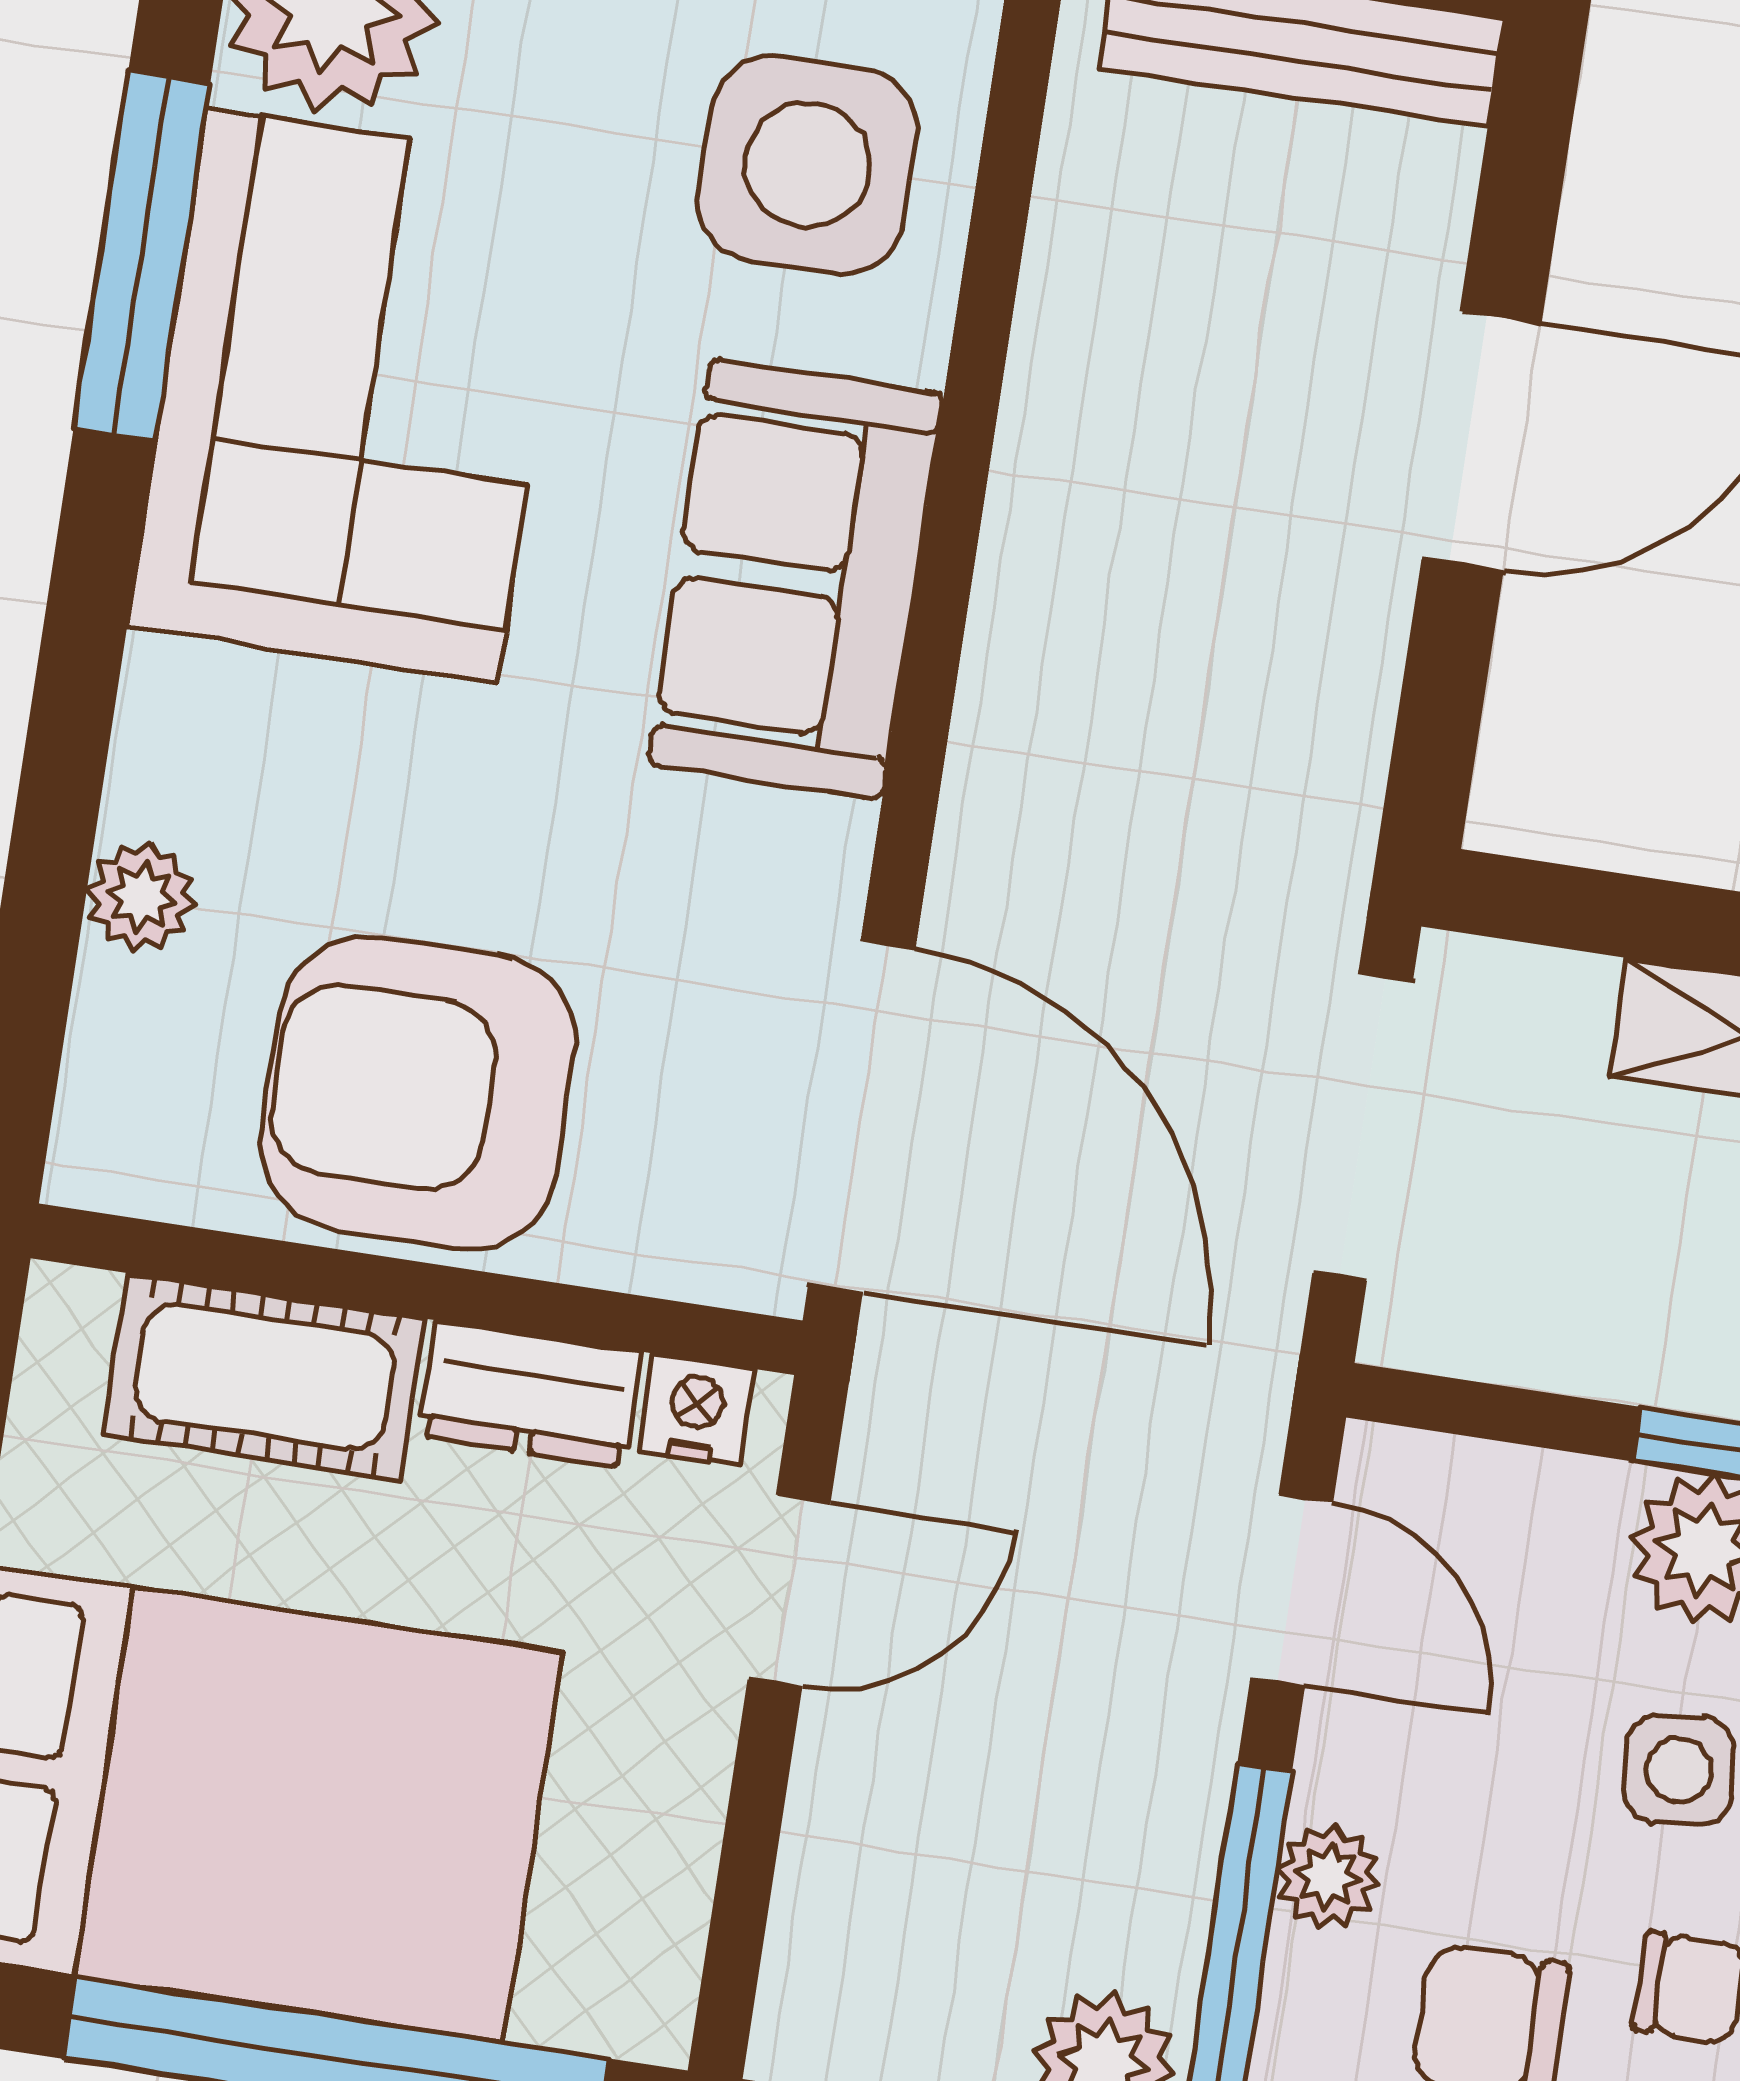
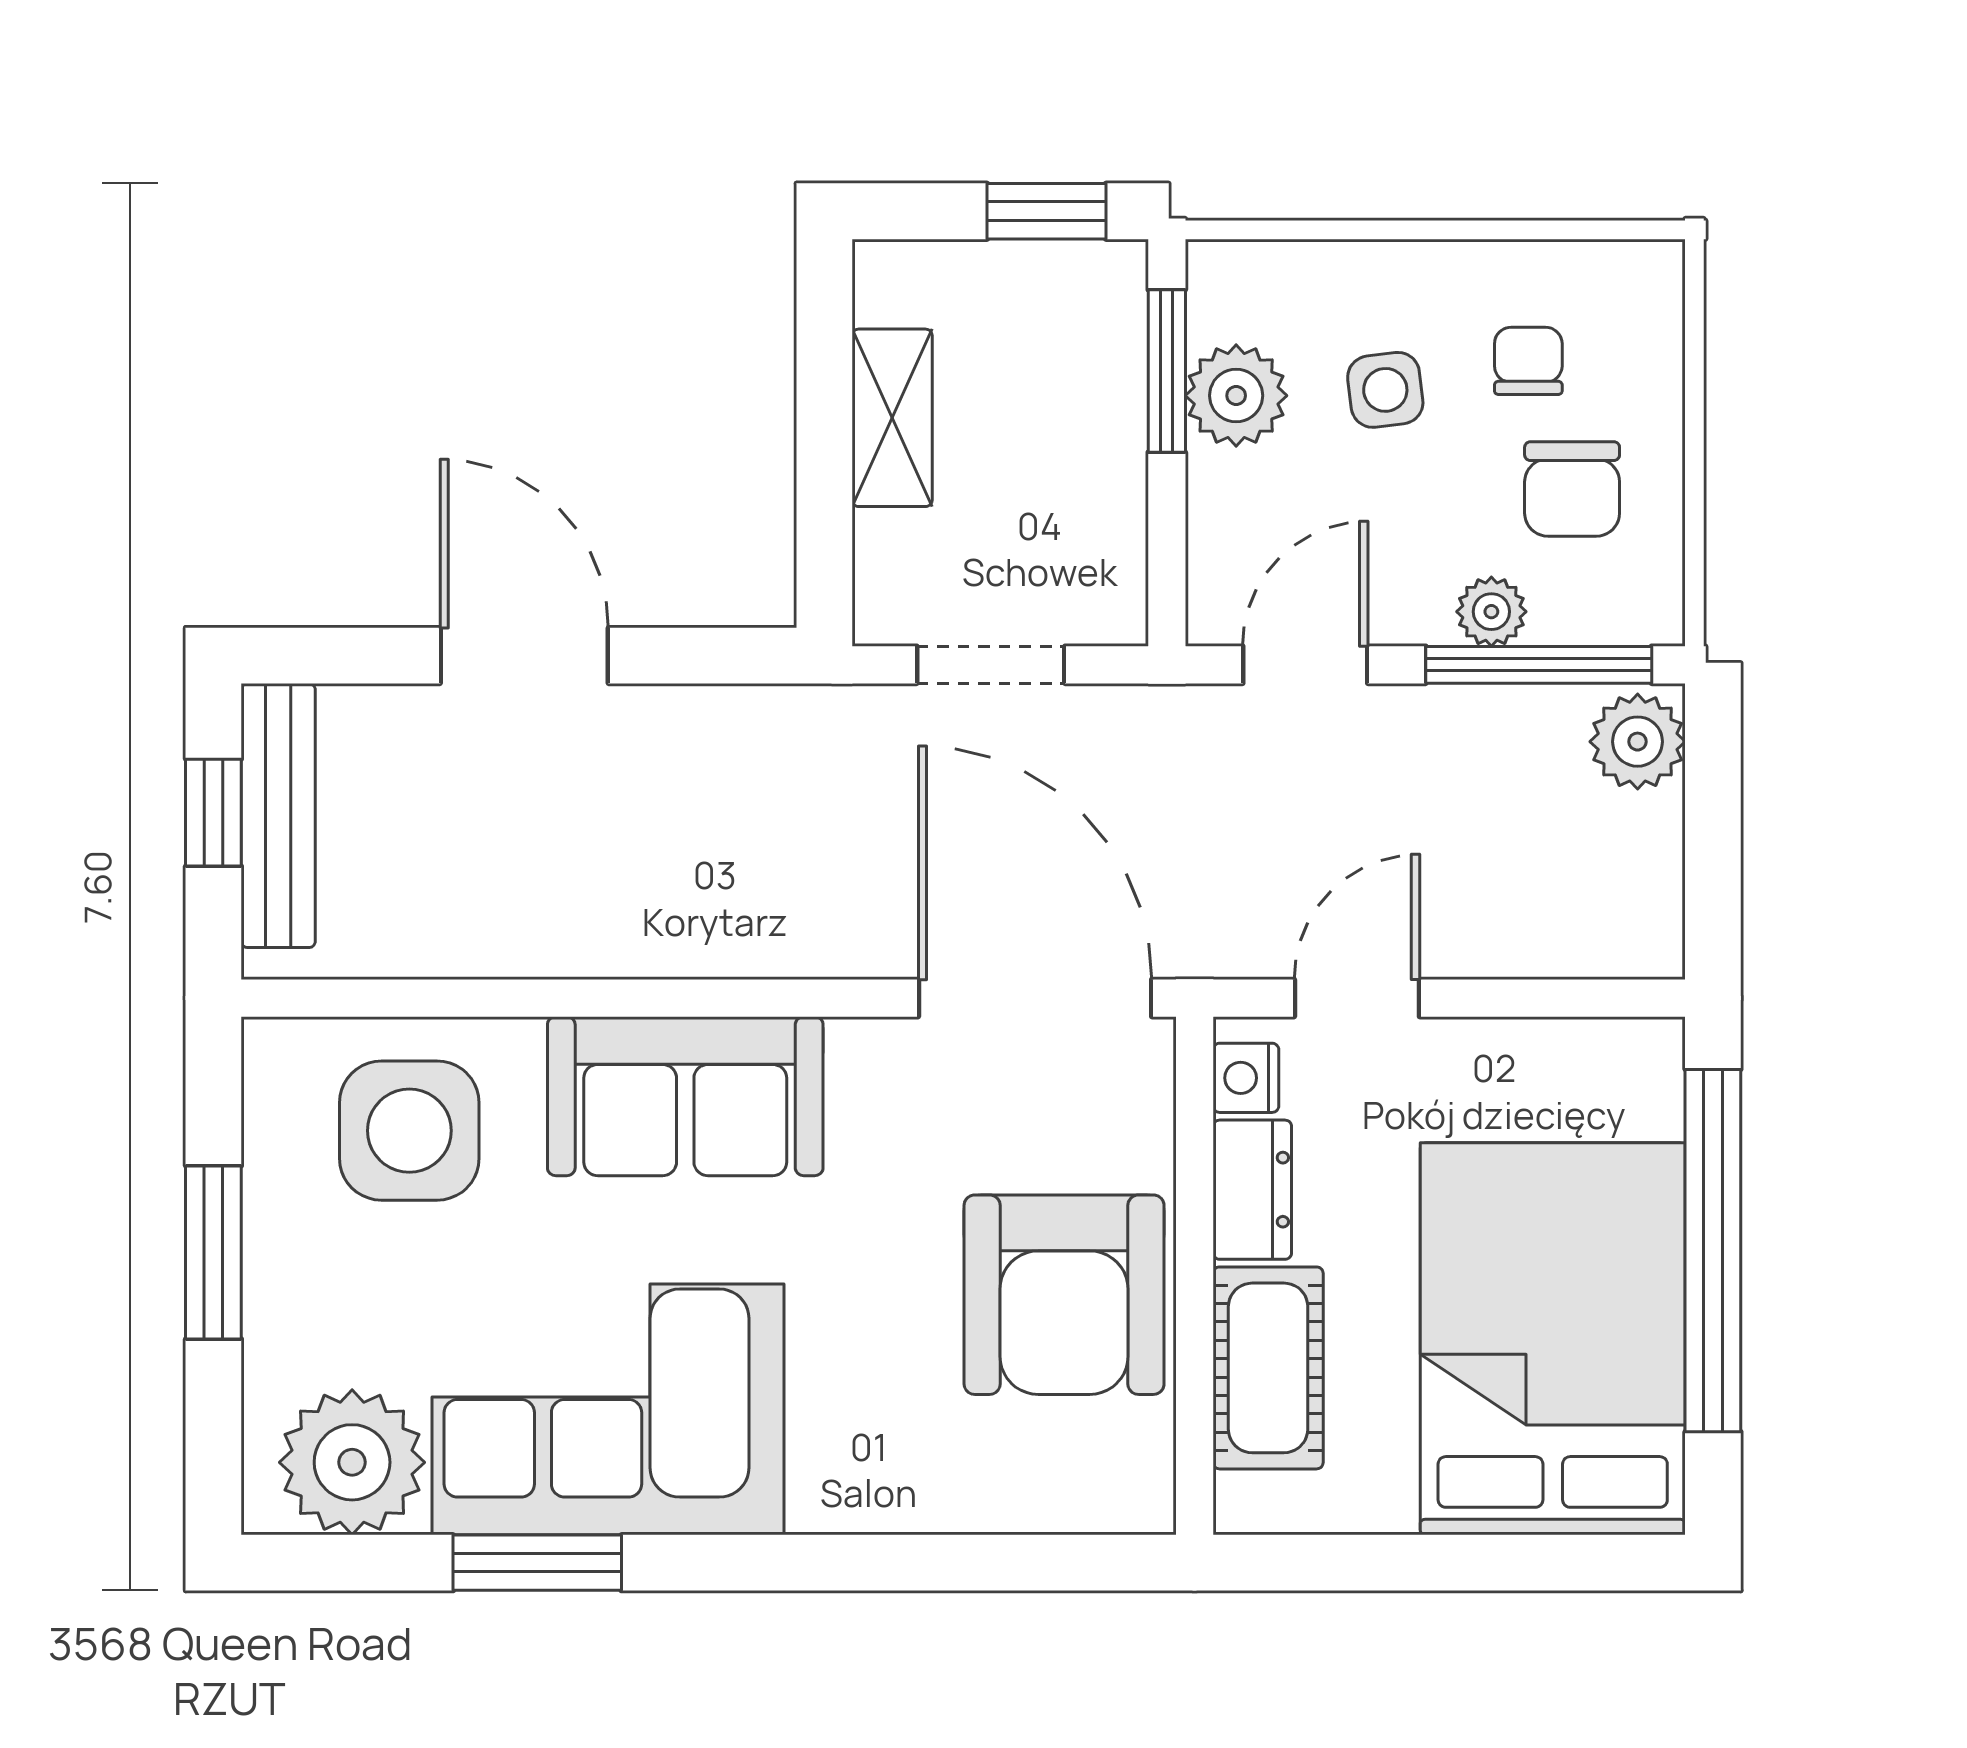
window: (142, 256) -> (537, 1563), width x0.69
plant: (141, 897) -> (963, 1498), removed
door: (862, 1117) -> (1035, 998), hinge flipped
doorway: (1363, 1127) -> (991, 665), width x0.73
door: (789, 1591) -> (1357, 998), hinge flipped

